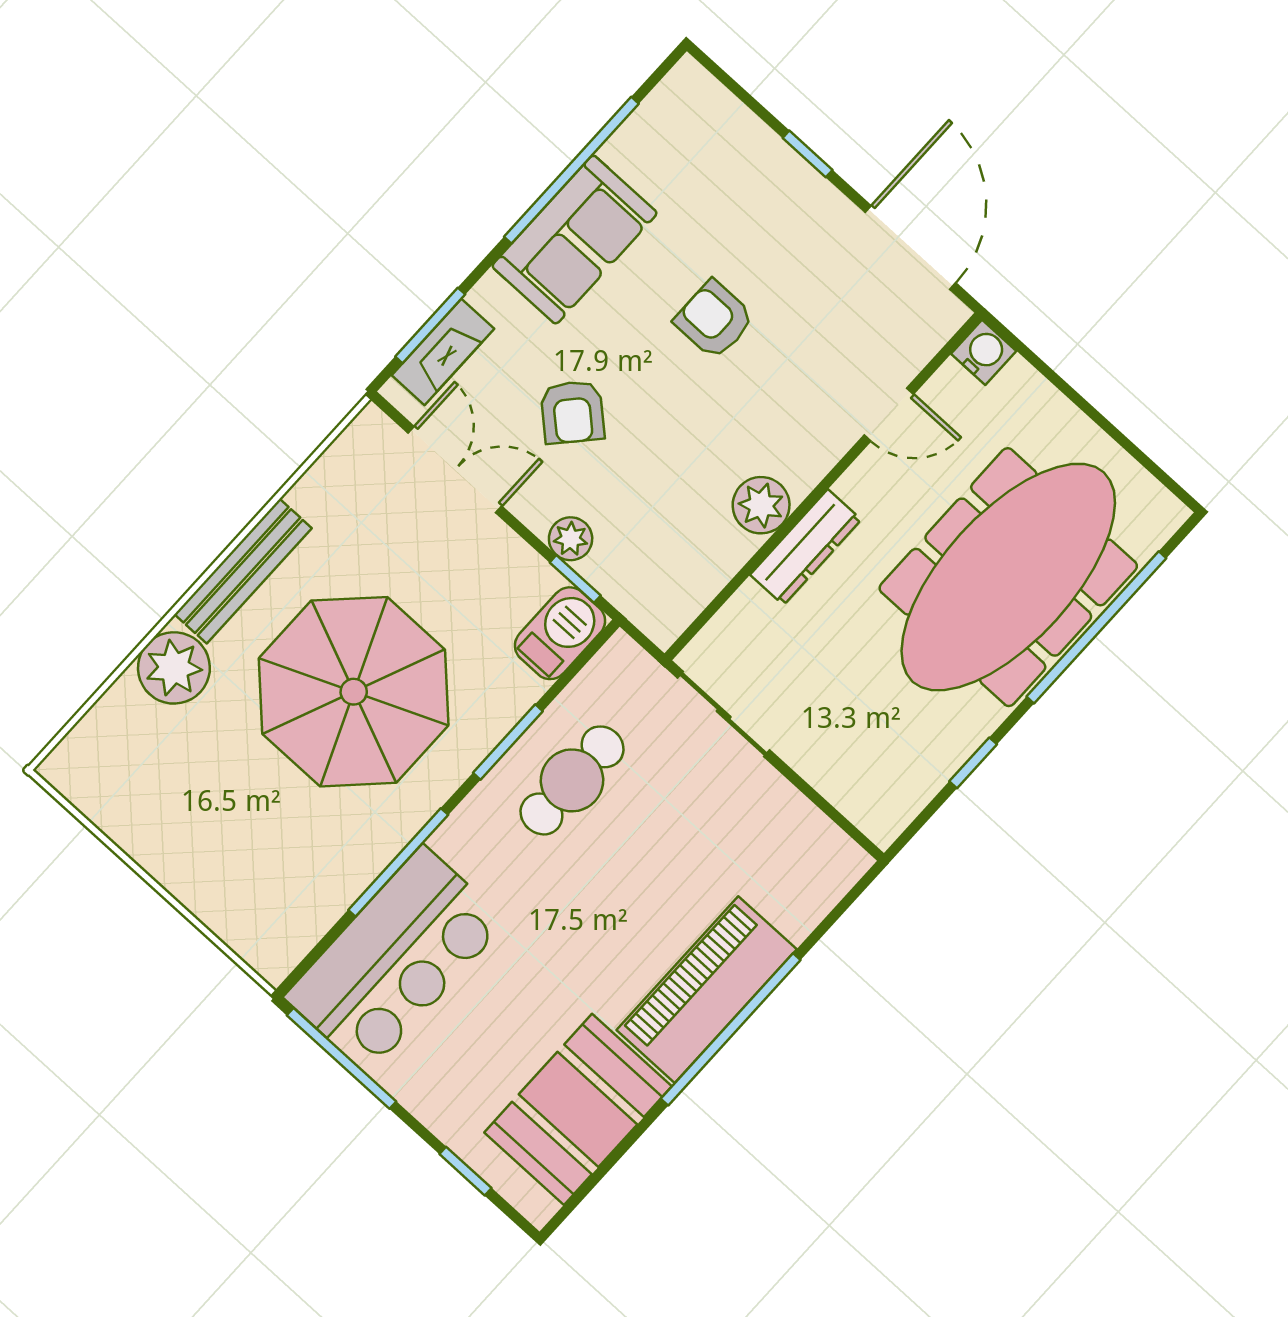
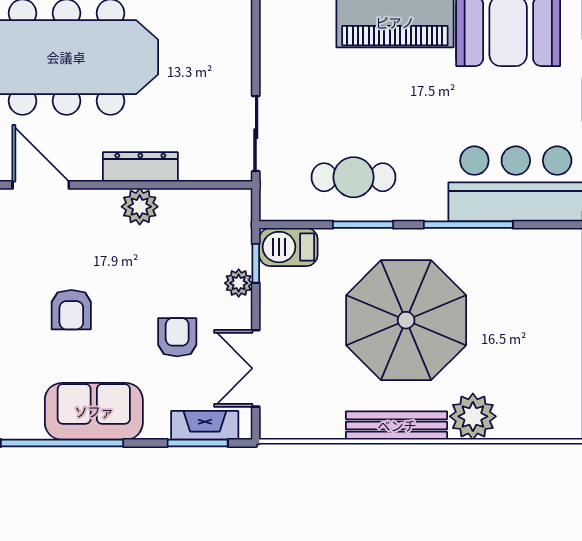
armchair: (572, 412) -> (177, 337), turned -42
door: (889, 415) -> (41, 185), width x1.38

